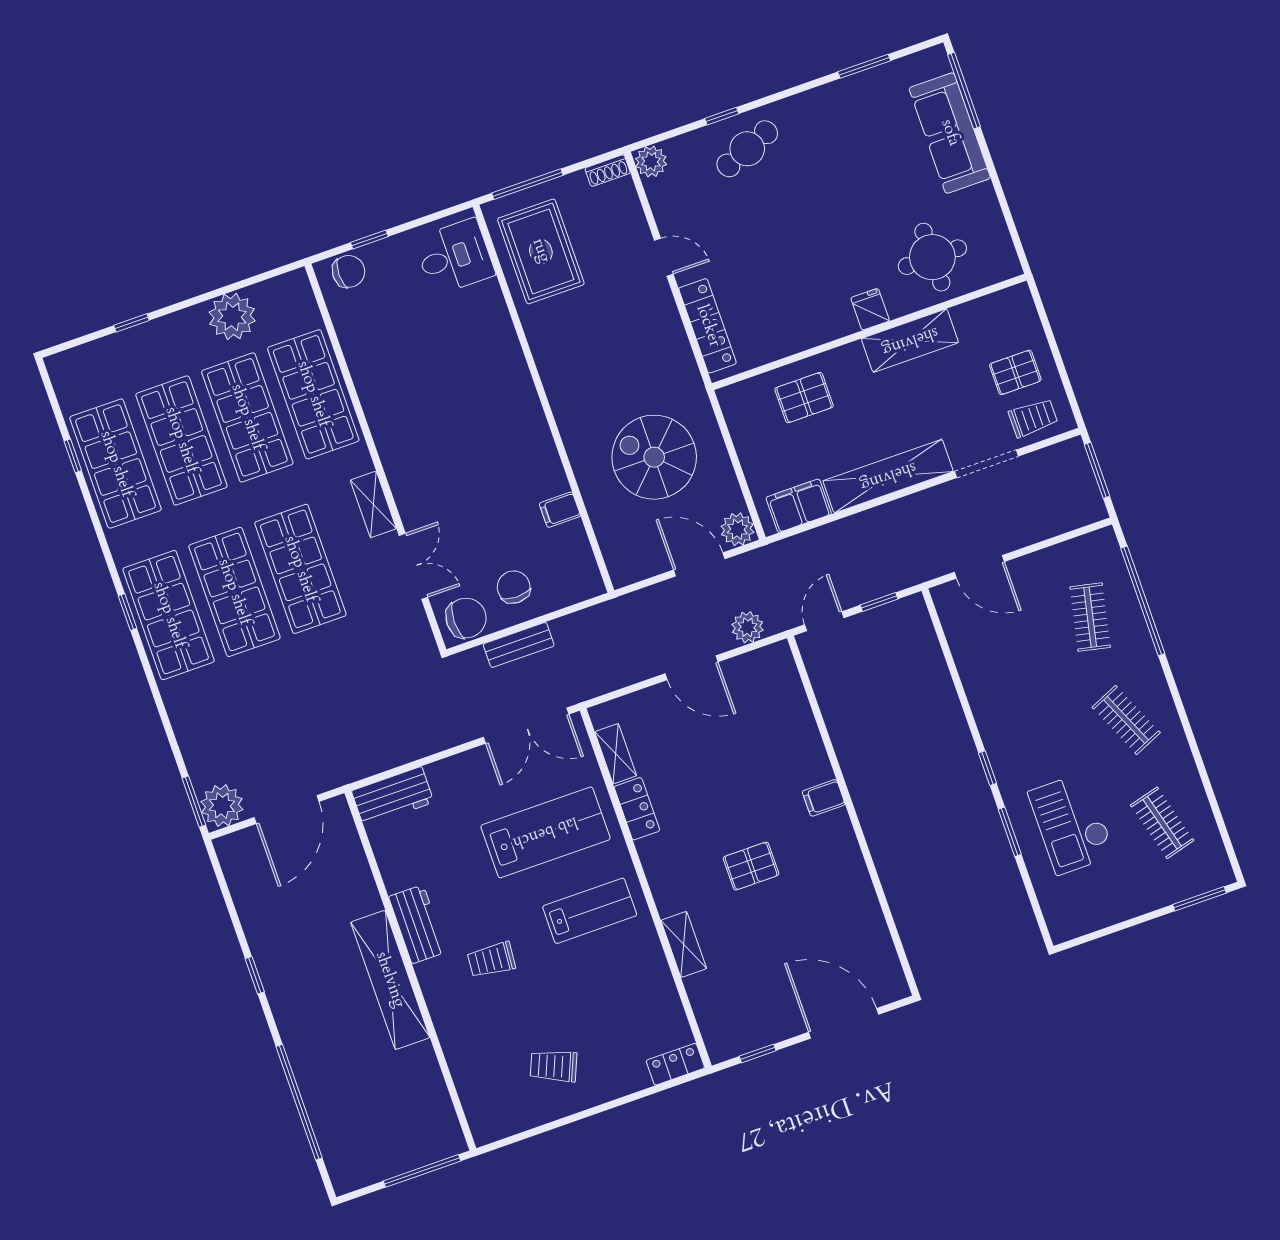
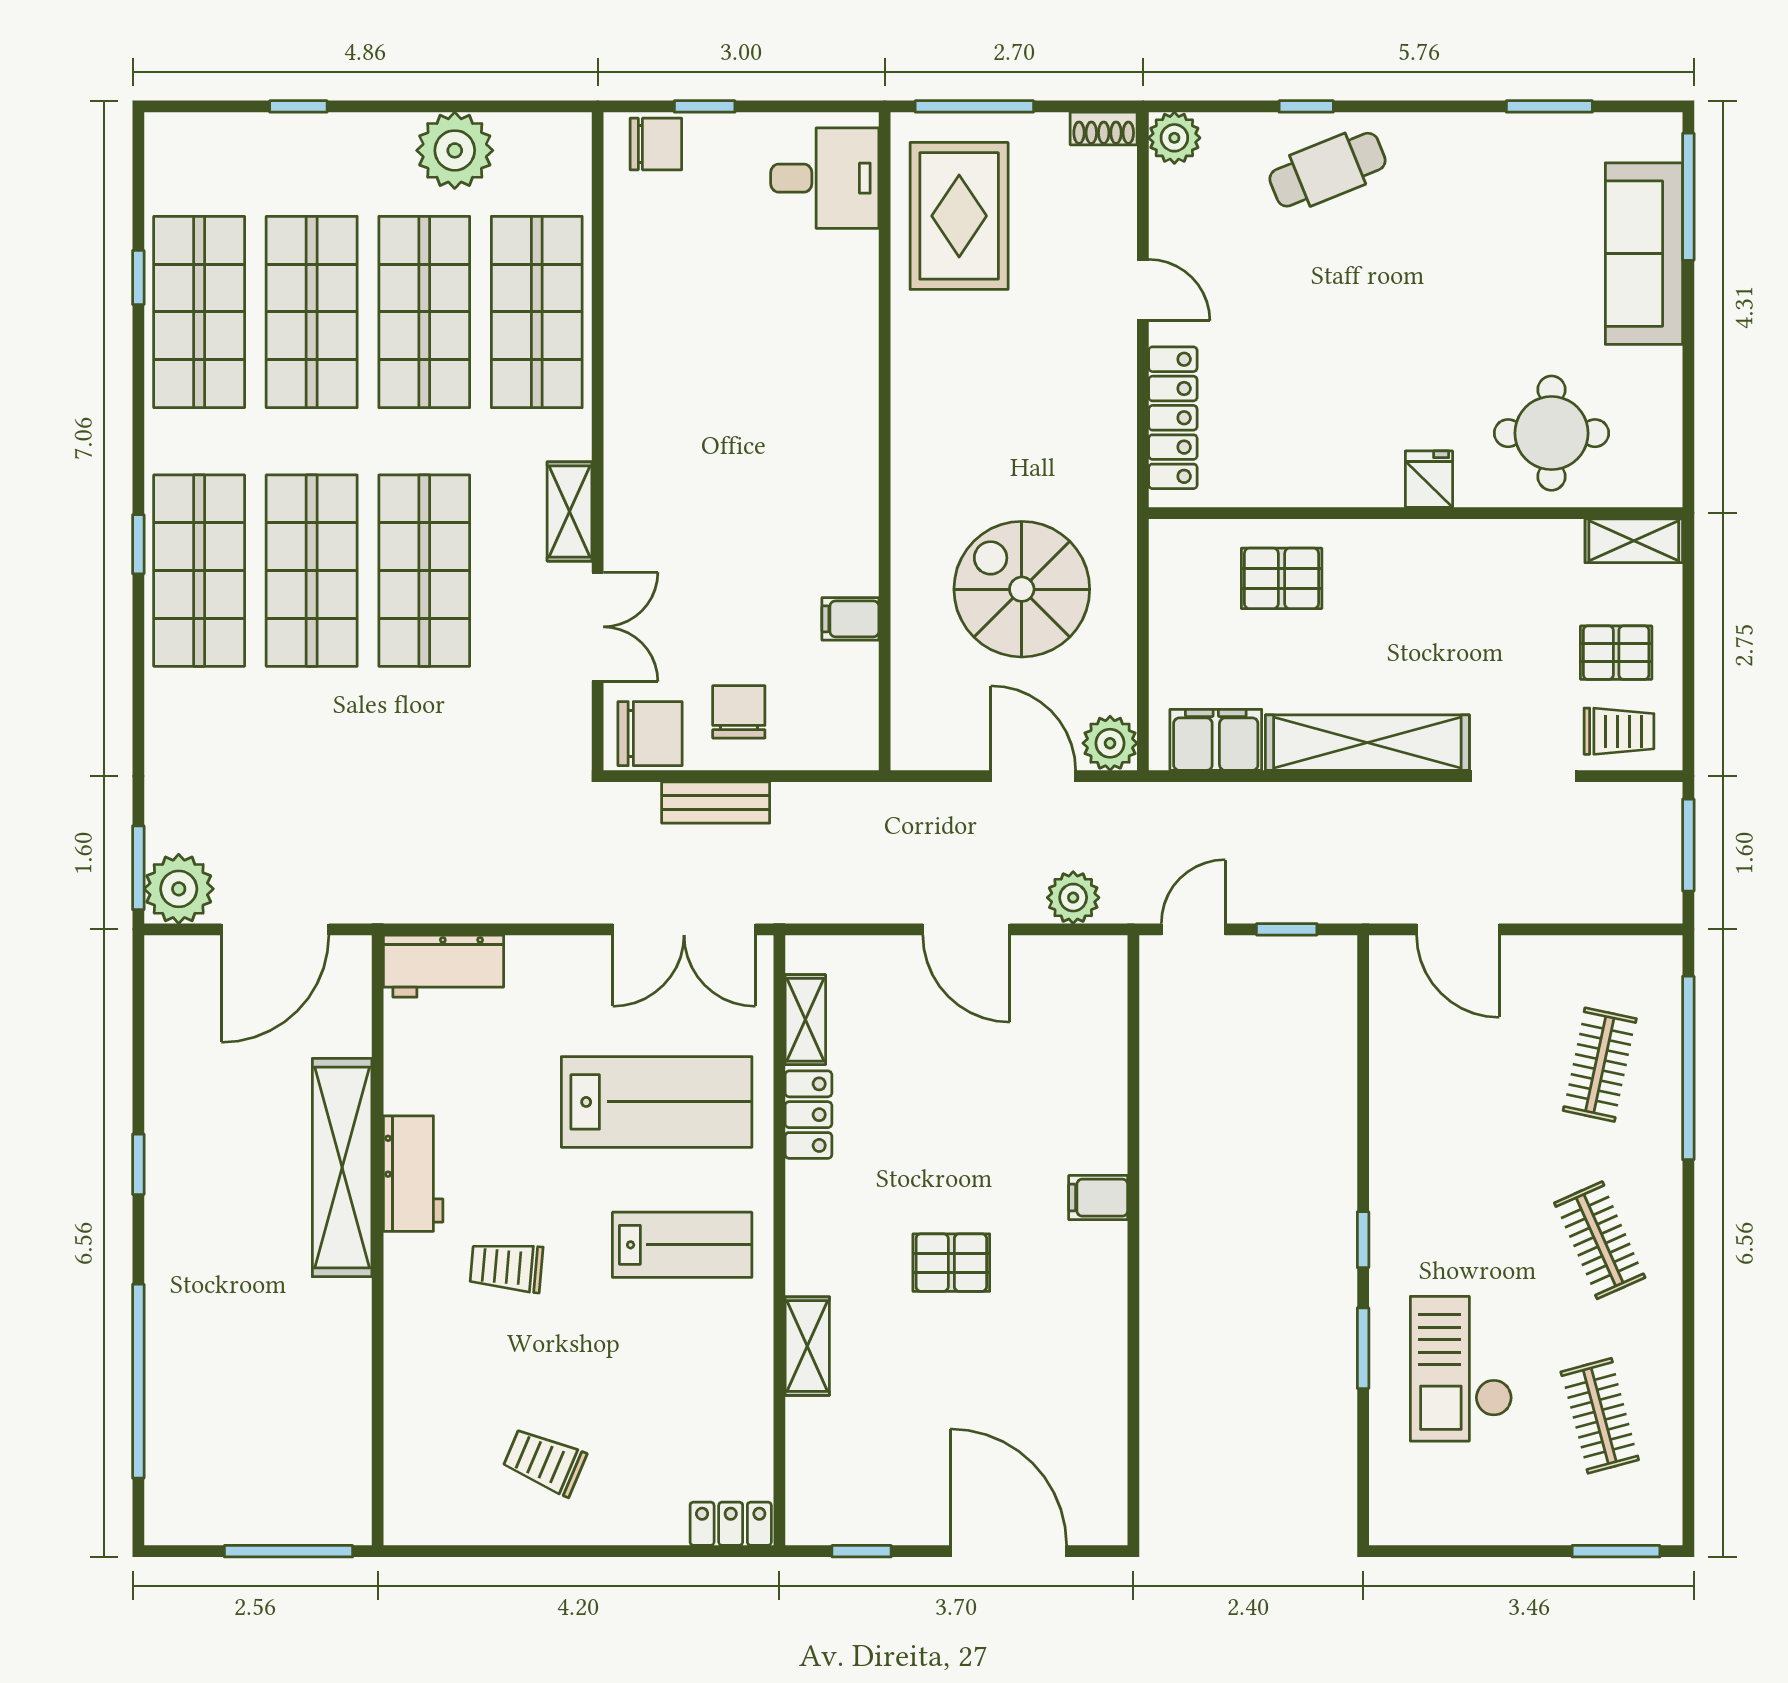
shelving: (910, 341) -> (1634, 541), moved, width x0.67, depth x0.75
shelving: (390, 980) -> (342, 1168), moved

